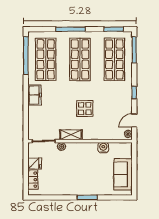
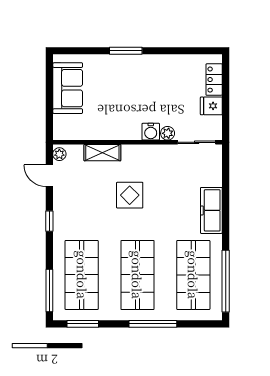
freezer: (35, 95) -> (211, 210), width x1.40
door: (134, 120) -> (49, 176), swing flipped
shelving: (71, 135) -> (102, 153), moved
water cooler: (103, 148) -> (151, 132), moved

